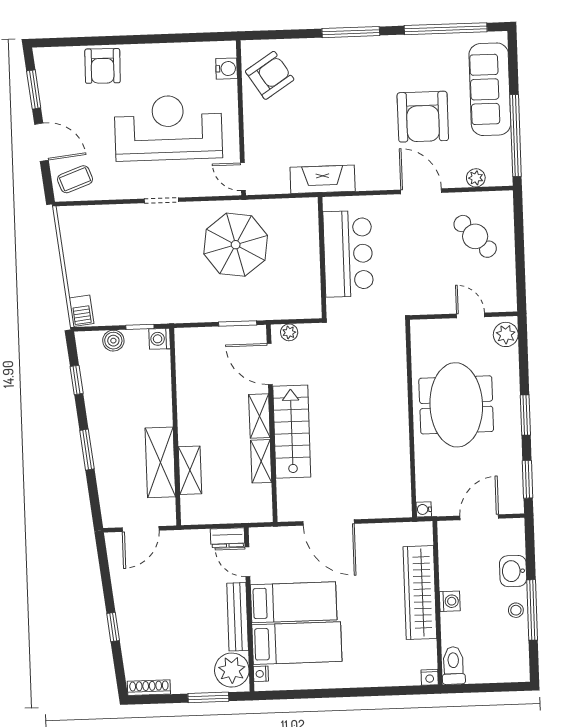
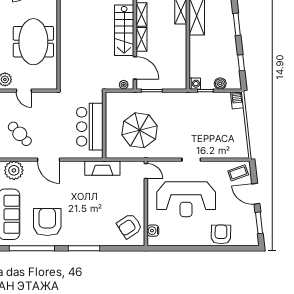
armchair: (423, 117) -> (47, 222), moved
plant: (476, 178) -> (14, 170), width x1.87, depth x1.87
parasol: (236, 245) -> (140, 130), moved

